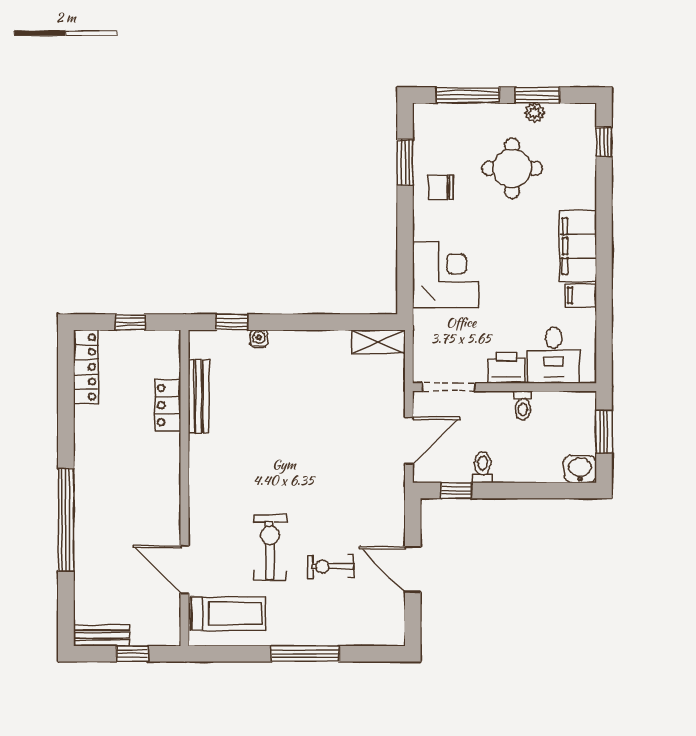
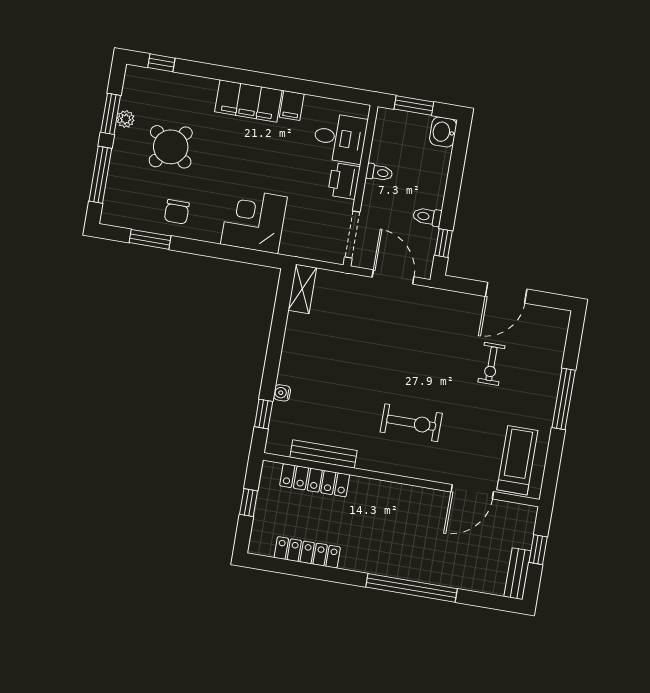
round table: (512, 168) -> (171, 147), turned 38
locker: (86, 367) -> (307, 552), moved
locker: (168, 405) -> (315, 480), width x1.53
exercise bike: (270, 547) -> (411, 423), moved, turned 180

